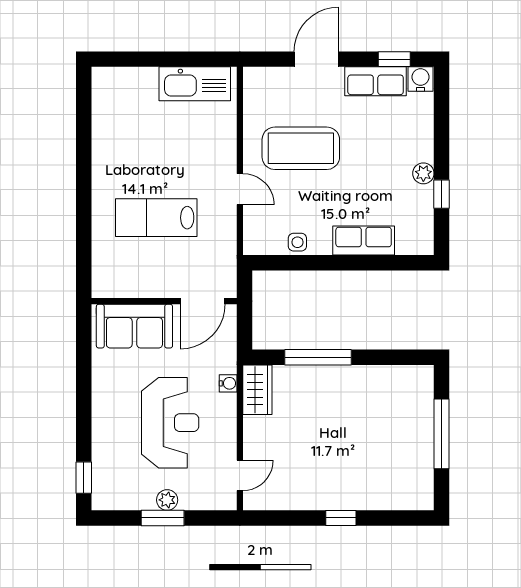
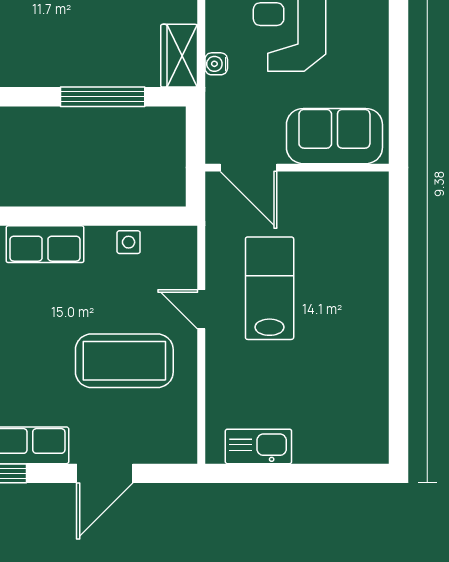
kitchen sink: (195, 84) -> (258, 446), width x0.73, depth x0.81
lab bench: (156, 218) -> (270, 288), moved, turned -90
door: (203, 301) -> (249, 168), swing flipped

